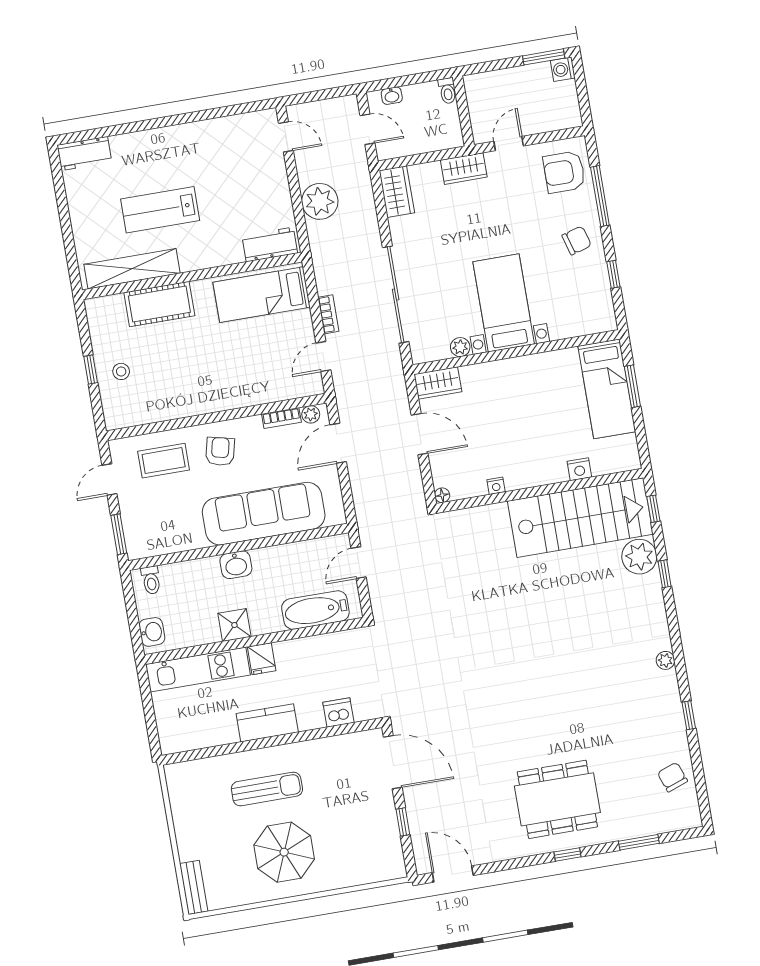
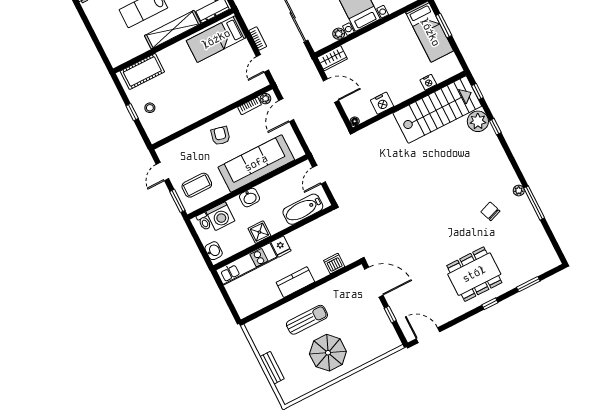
shelving: (132, 269) -> (173, 30), moved
cot: (159, 304) -> (142, 71), moved
coffee table: (164, 461) -> (197, 185), moved
nightstand: (496, 486) -> (382, 103), width x1.89, depth x1.79
washing machine: (180, 580) -> (220, 216), added
plant: (665, 660) -> (519, 191), moved
window: (689, 715) -> (534, 203), width x2.17
chair: (672, 777) -> (490, 211), moved
bench: (194, 887) -> (272, 368), moved

